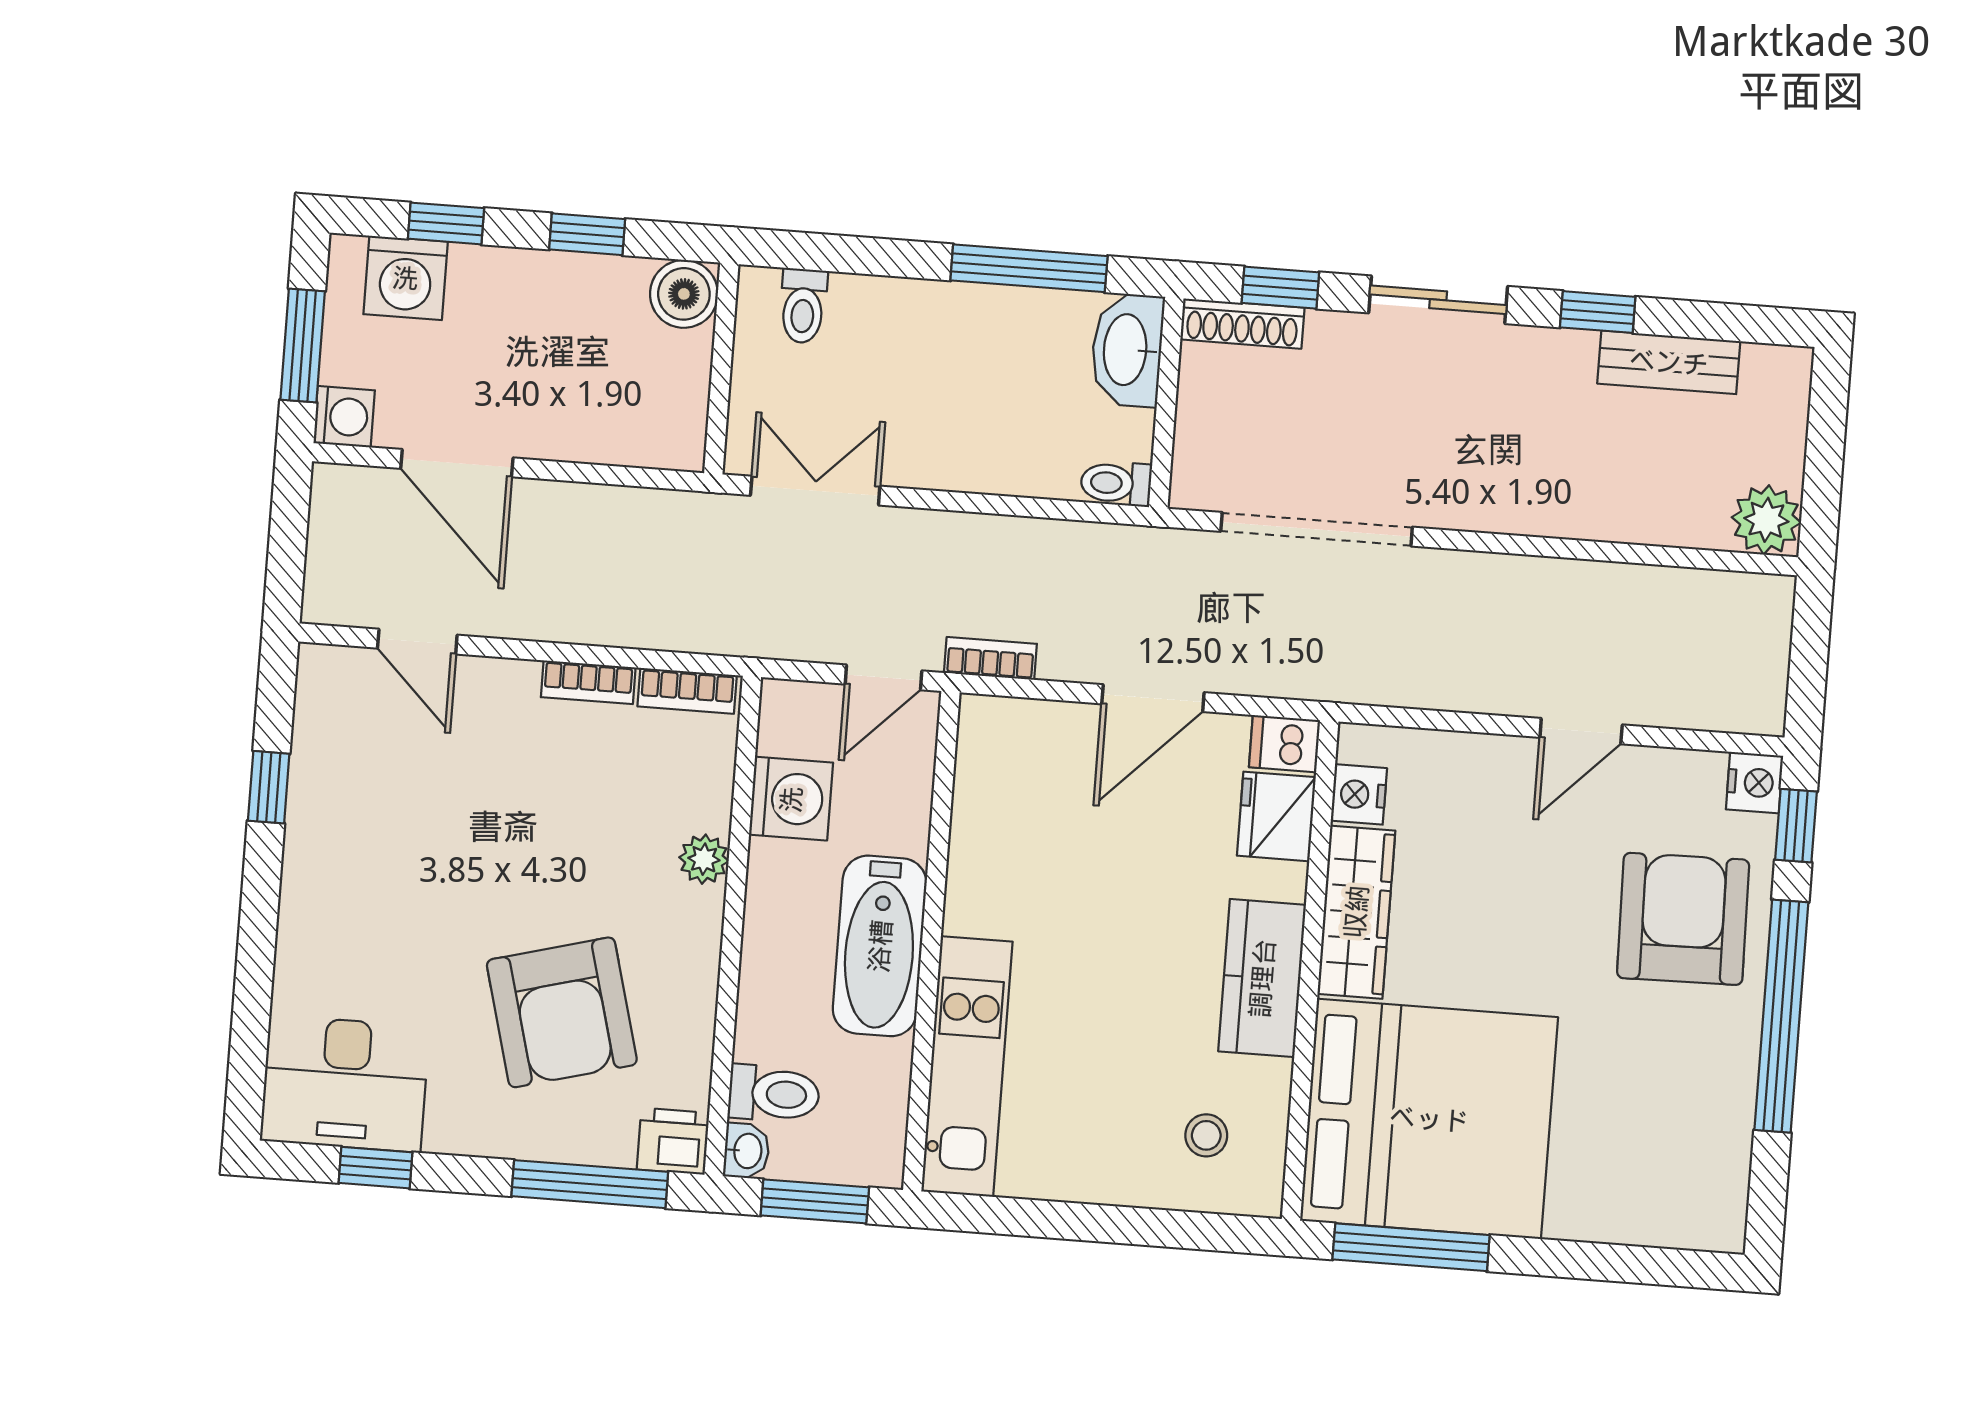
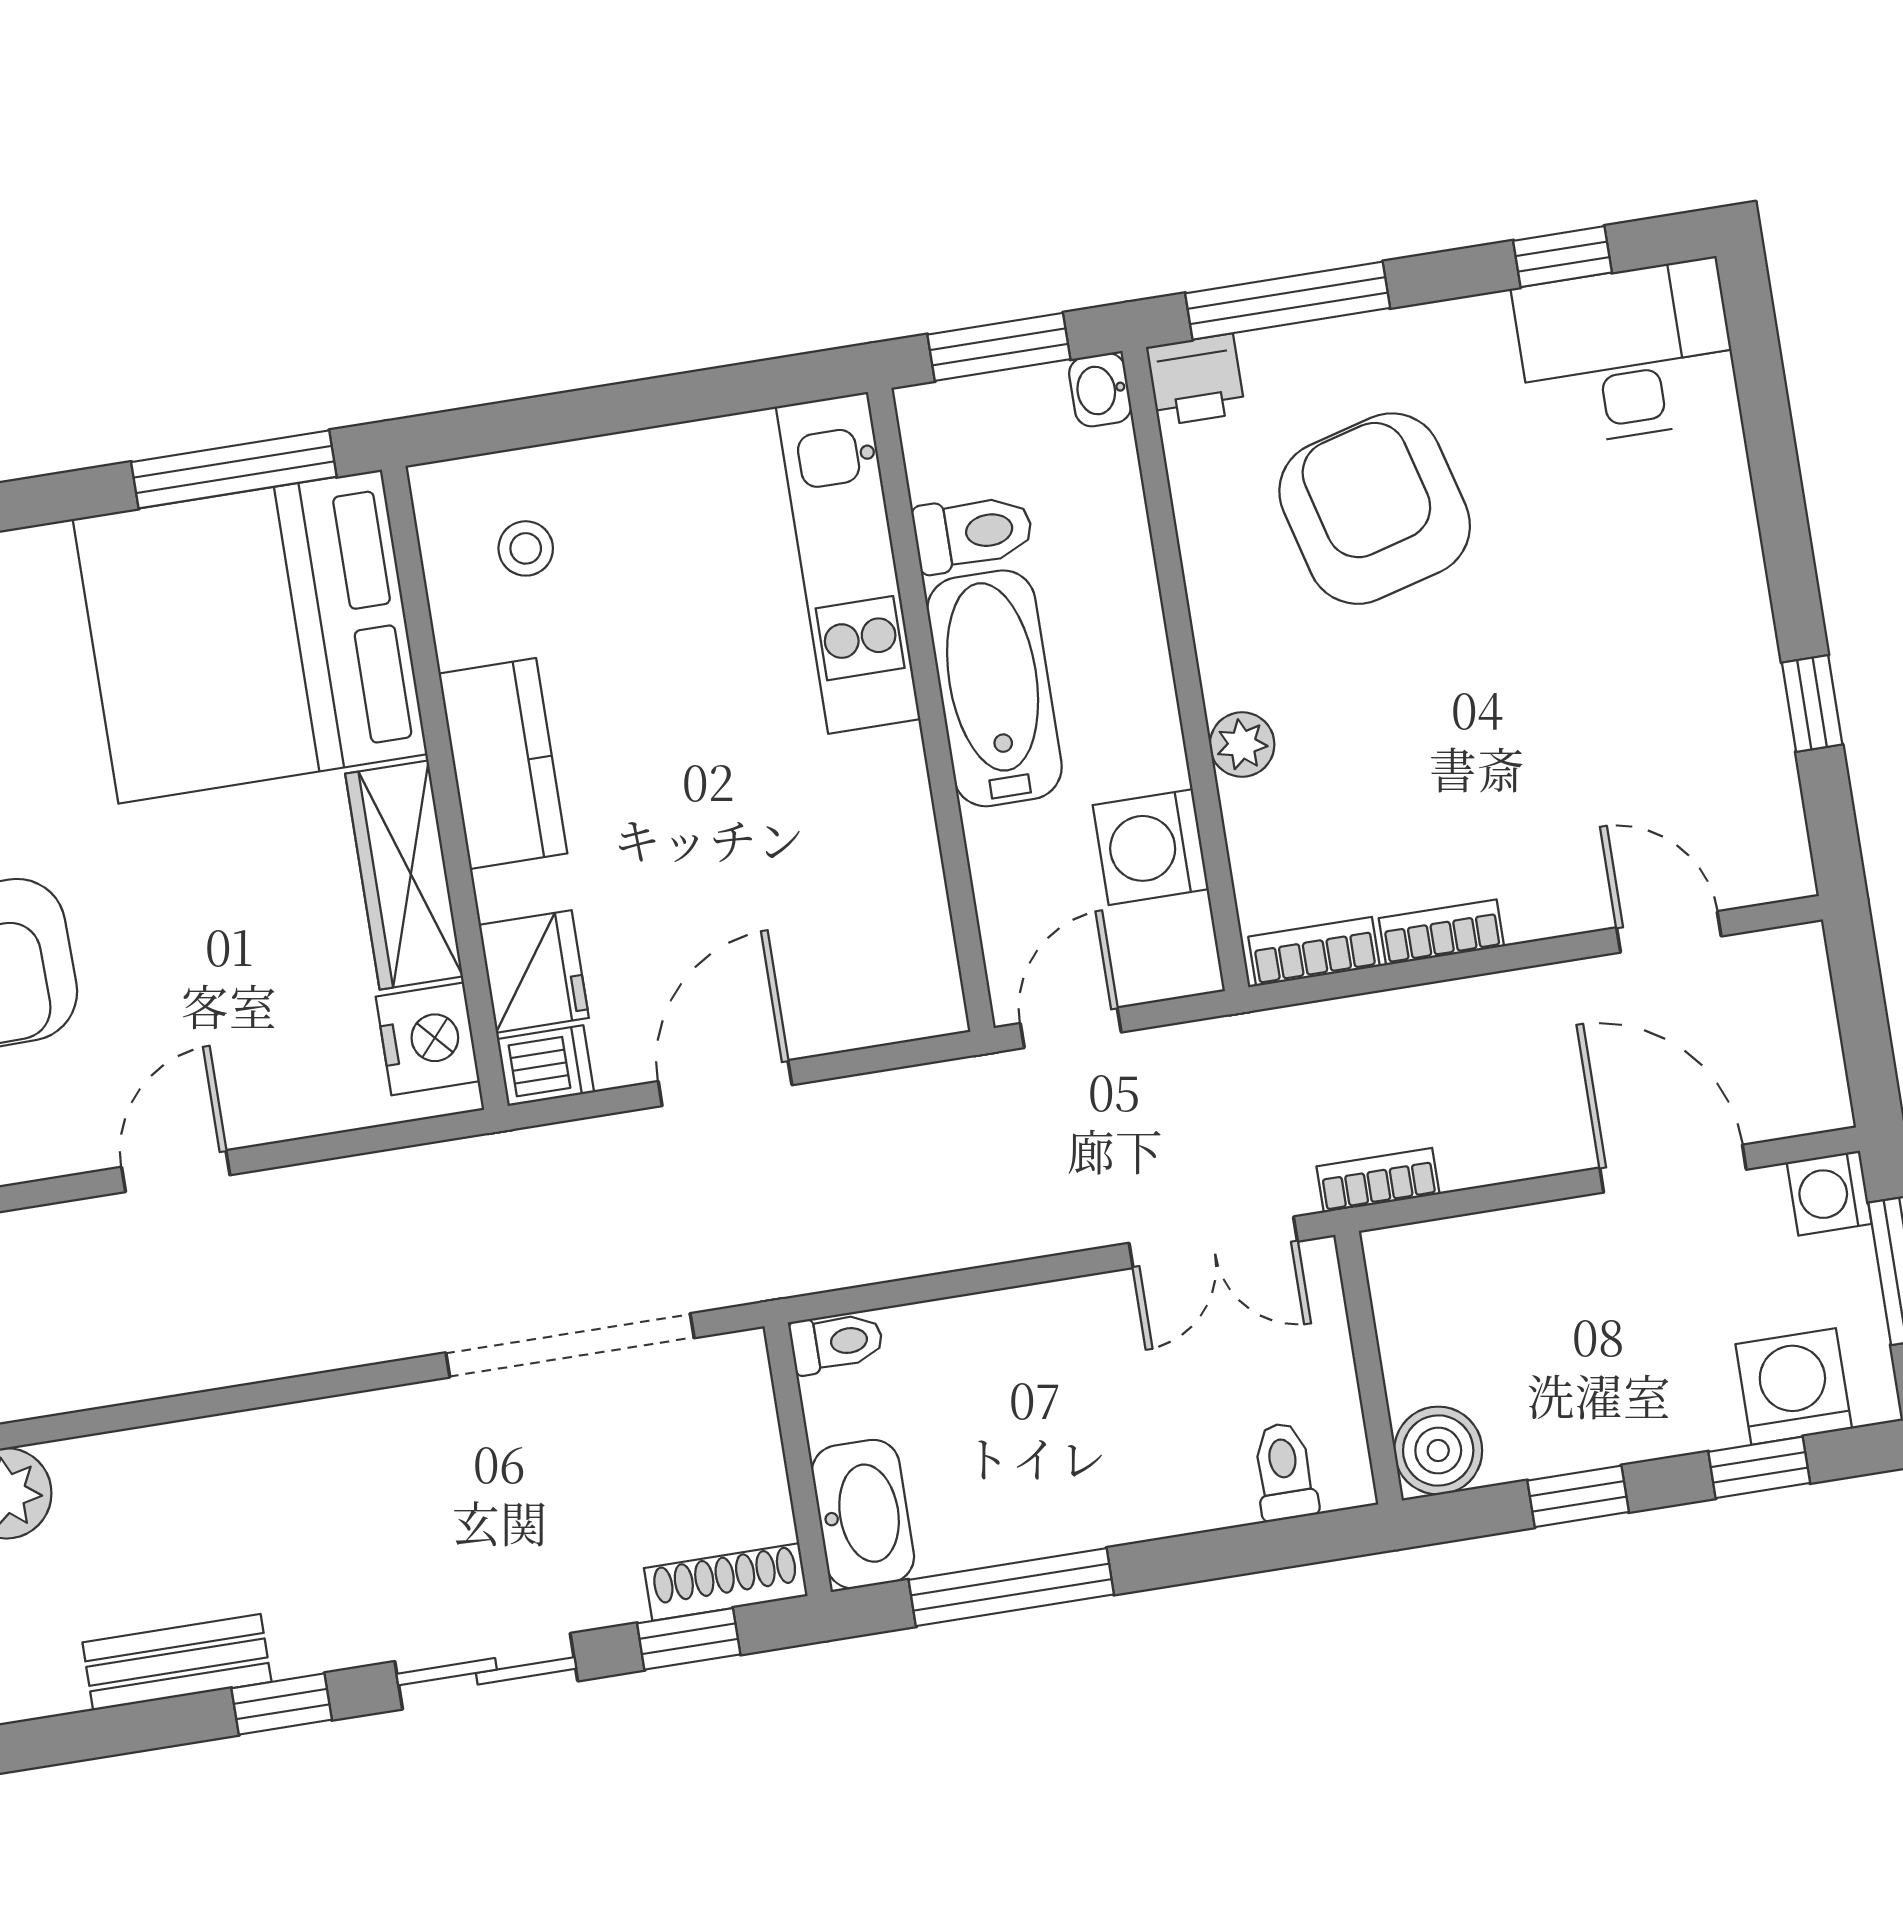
bookcase: (990, 658) -> (1378, 1180), moved, turned 180
nightstand: (1359, 794) -> (428, 1039), width x1.36, depth x1.33
toilet: (774, 1094) -> (973, 533), moved, turned 180

